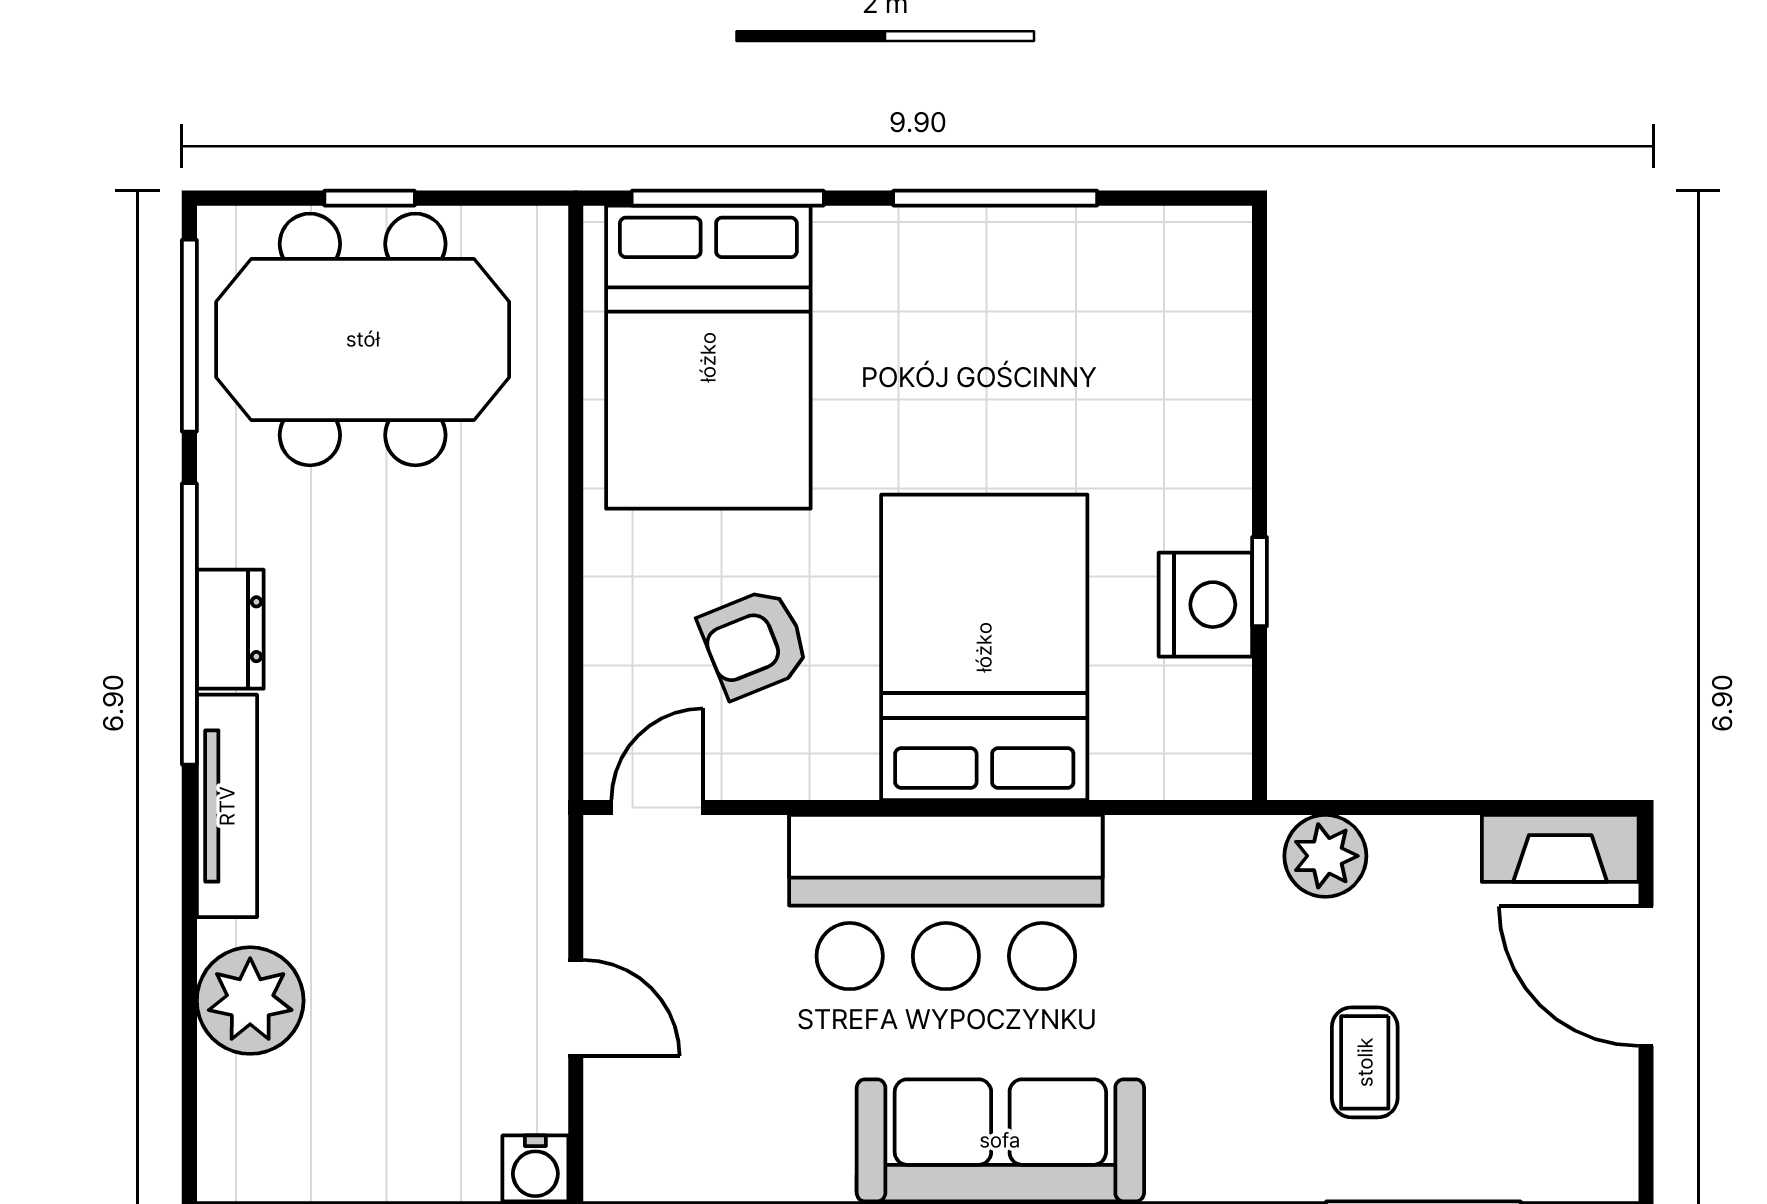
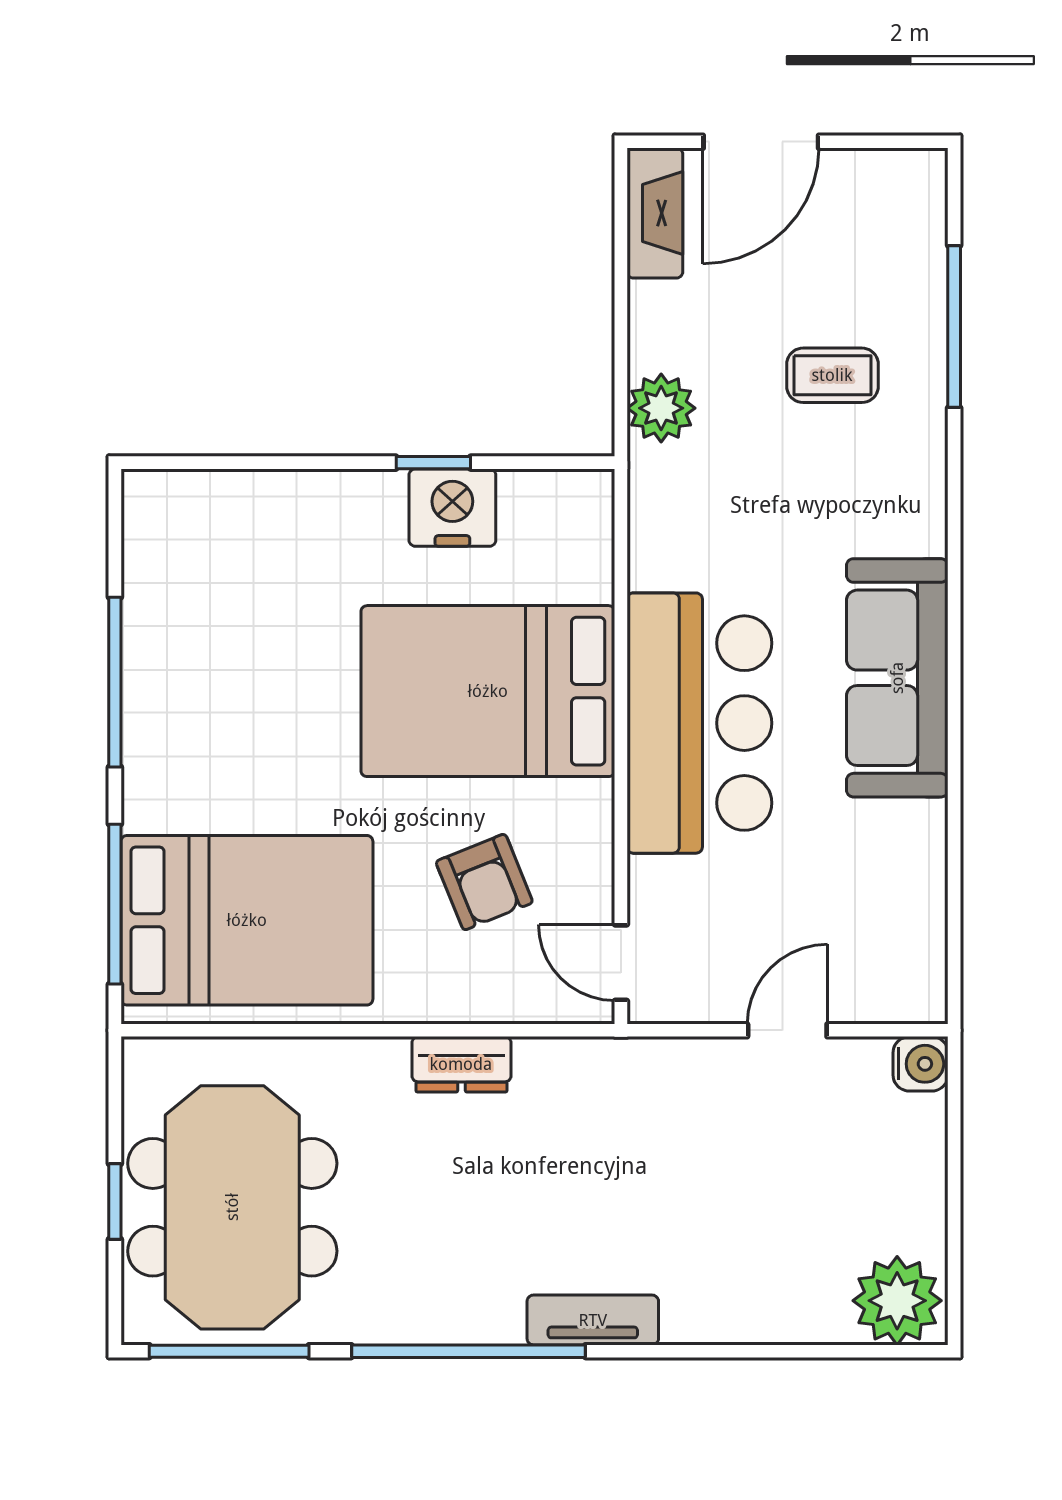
dresser: (230, 629) -> (461, 1064), moved, turned 180
tv unit: (227, 806) -> (593, 1320), width x0.71
plant: (250, 1001) -> (897, 1301), moved

